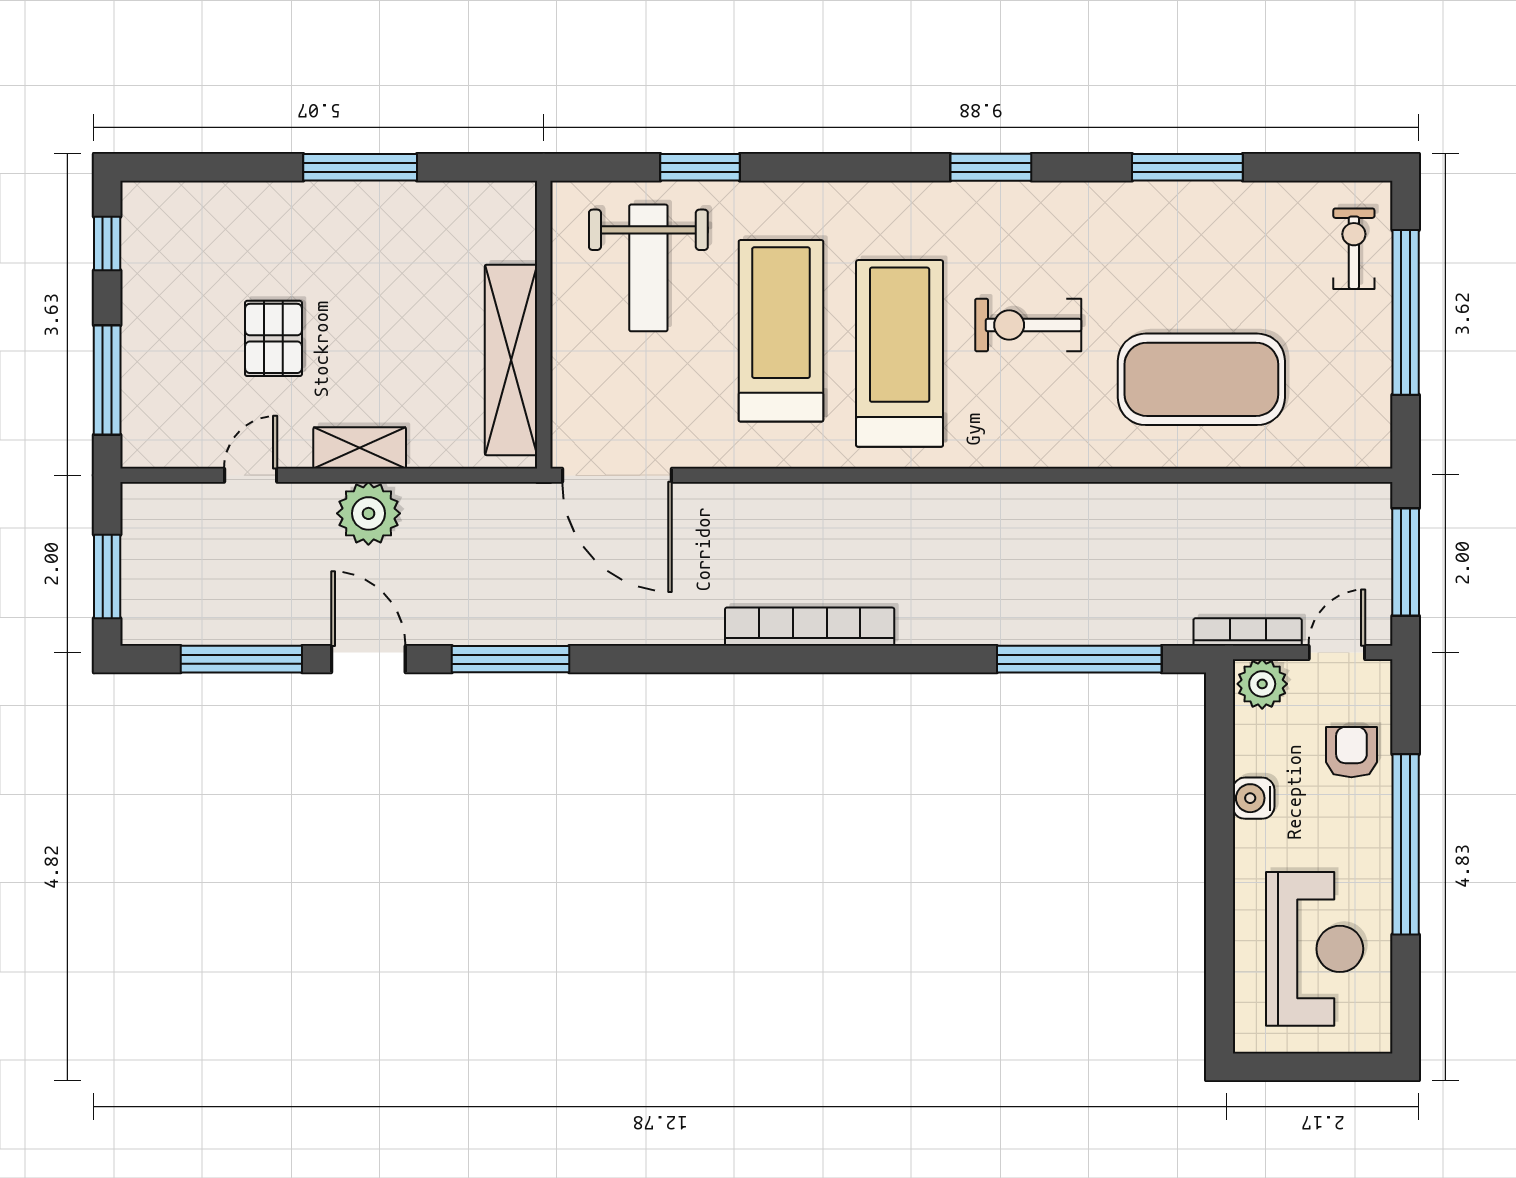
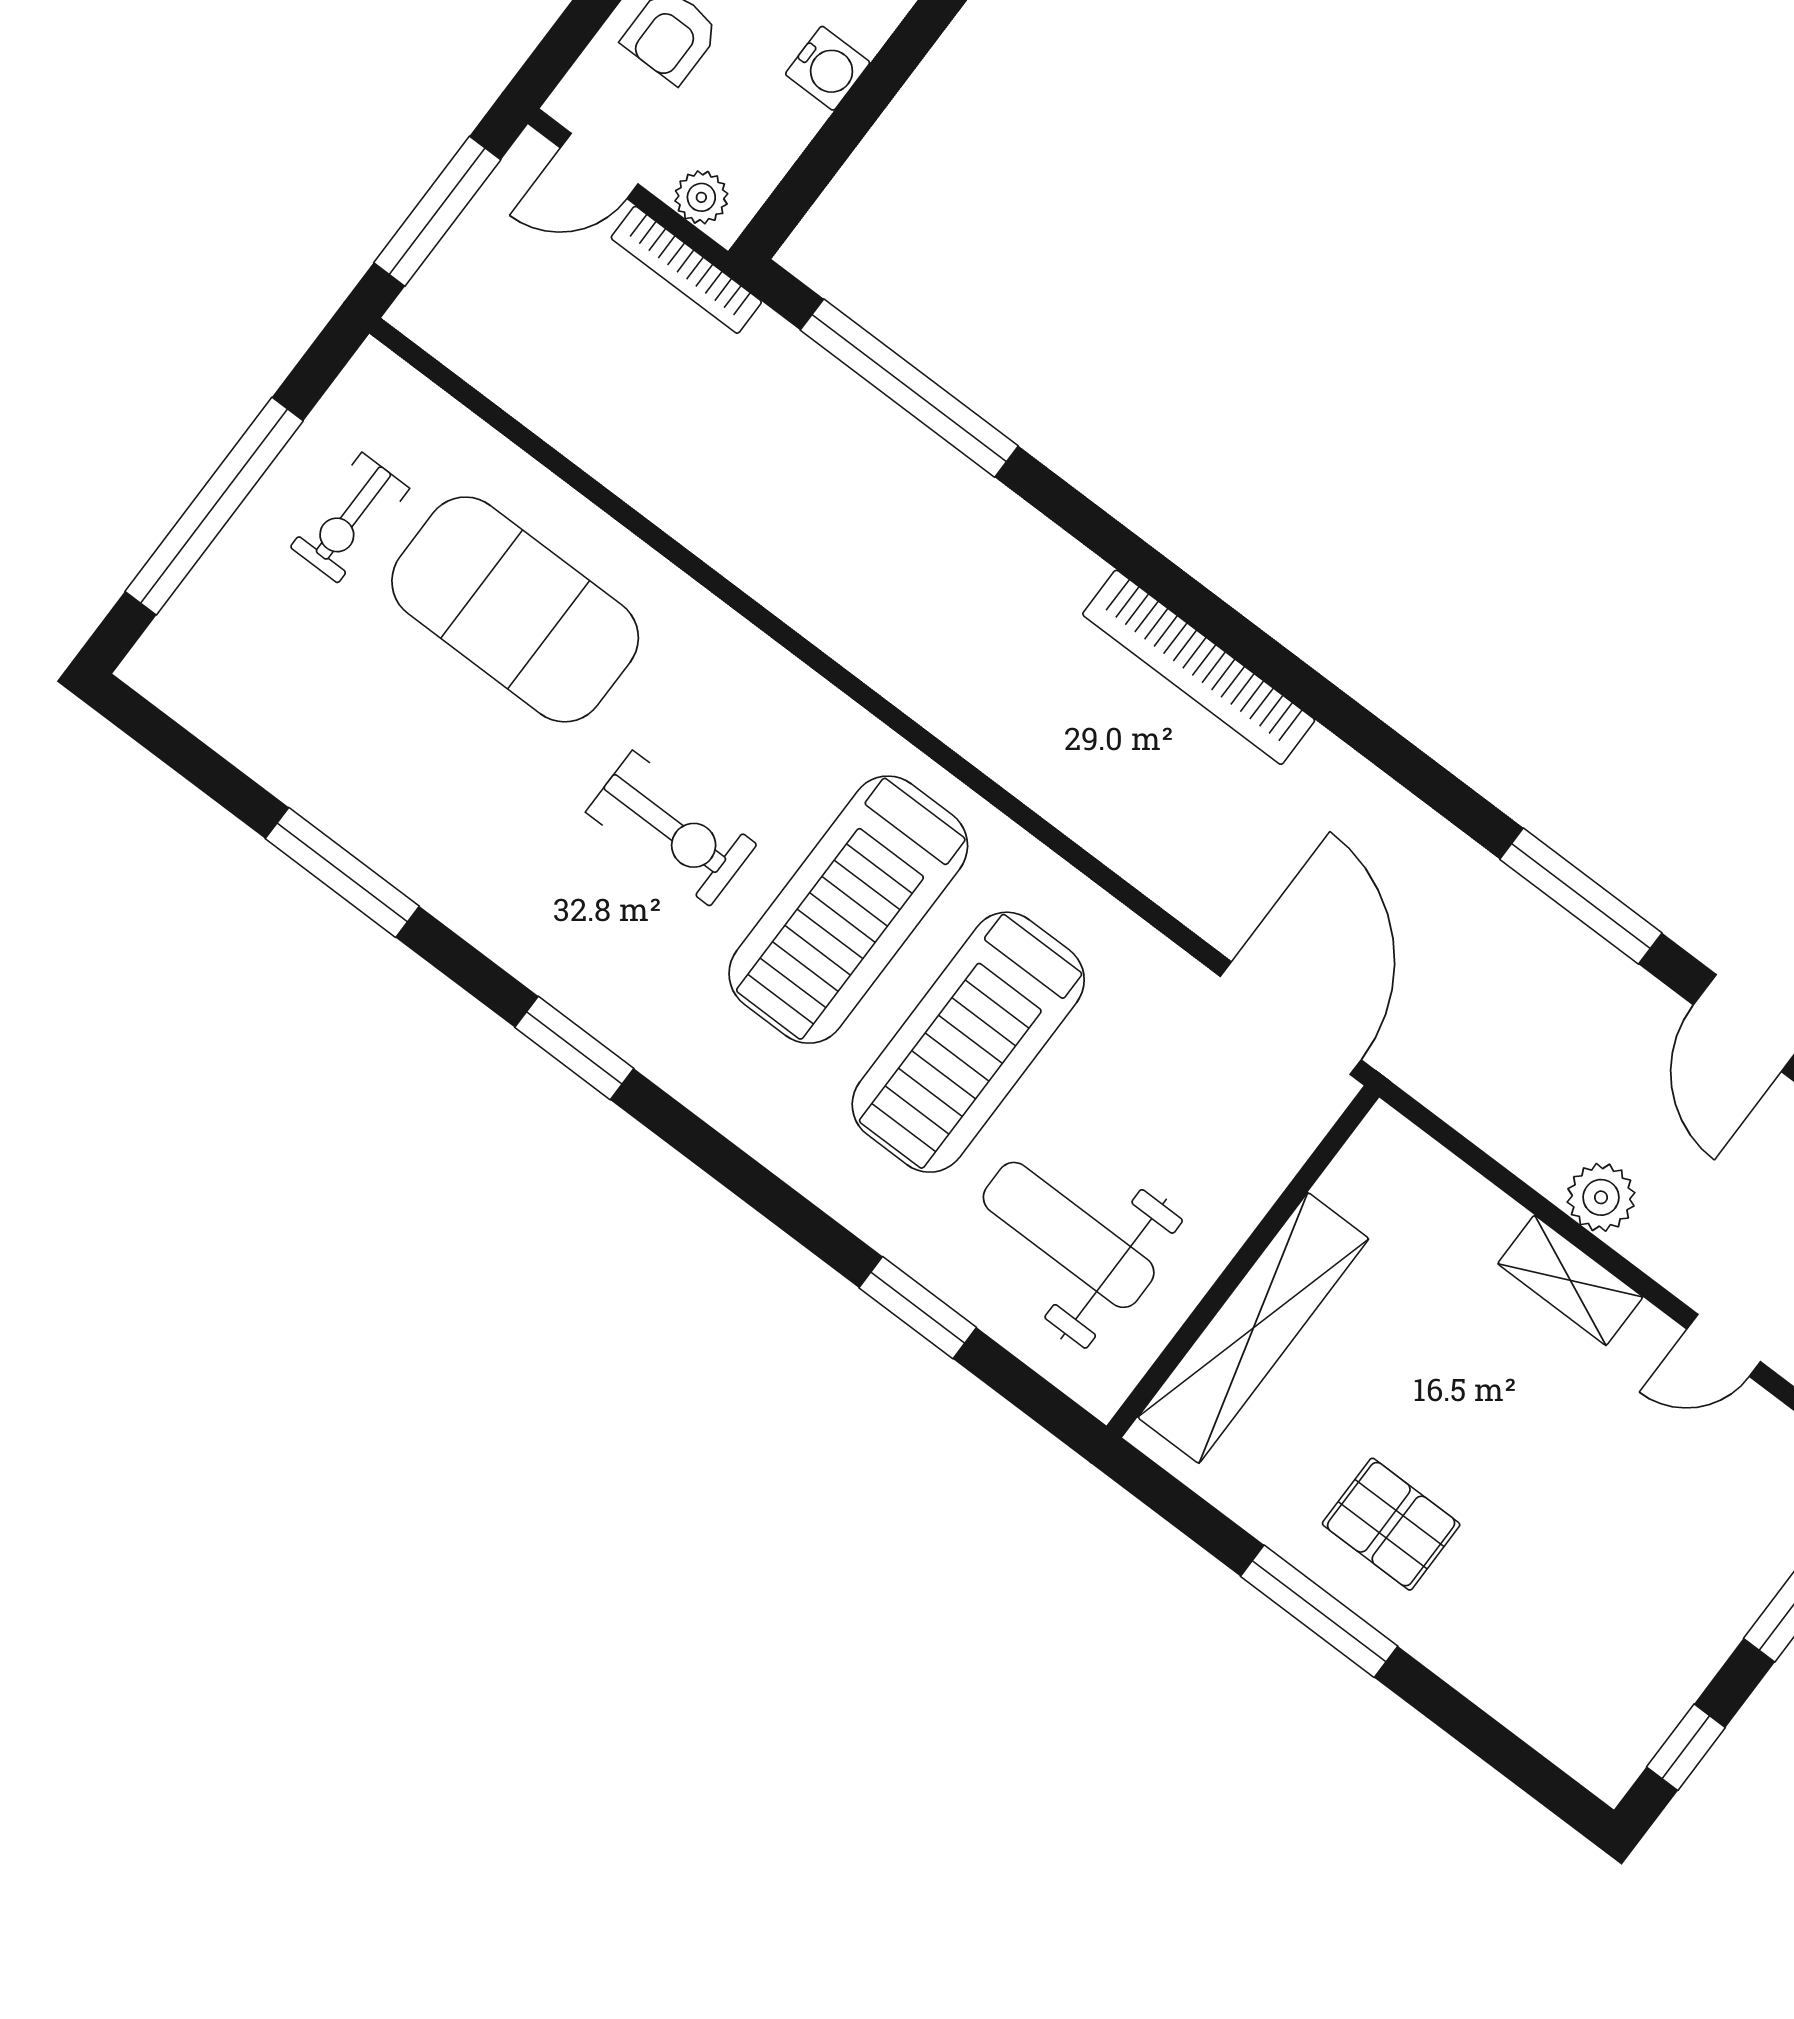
exercise bike: (1354, 249) -> (350, 518), moved
weight bench: (648, 268) -> (1069, 1235), turned -90
pallet: (274, 338) -> (1391, 1524), moved, turned 90
shelving: (511, 360) -> (1253, 1328), moved
plant: (368, 513) -> (1601, 1197), width x0.73, depth x0.73
plant: (1262, 684) -> (701, 197), width x0.73, depth x0.73

